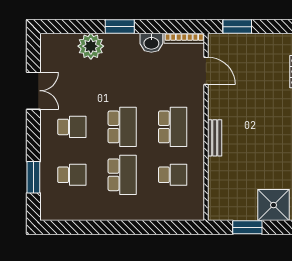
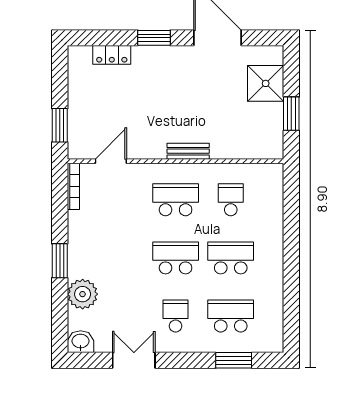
washbasin: (151, 43) -> (81, 342), moved, turned -90
school desk: (72, 175) -> (231, 316), width x1.85

